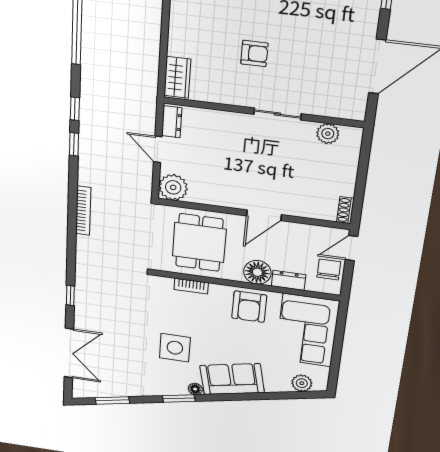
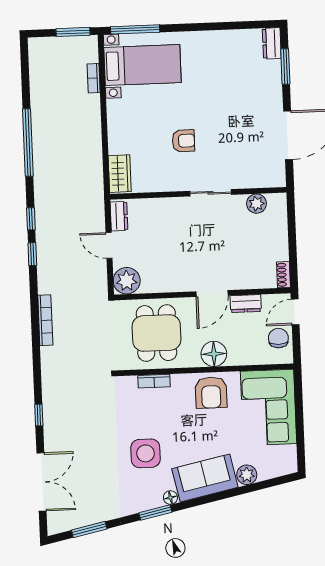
dresser: (288, 280) -> (246, 304), moved, turned 180
plant: (302, 383) -> (247, 475), moved

